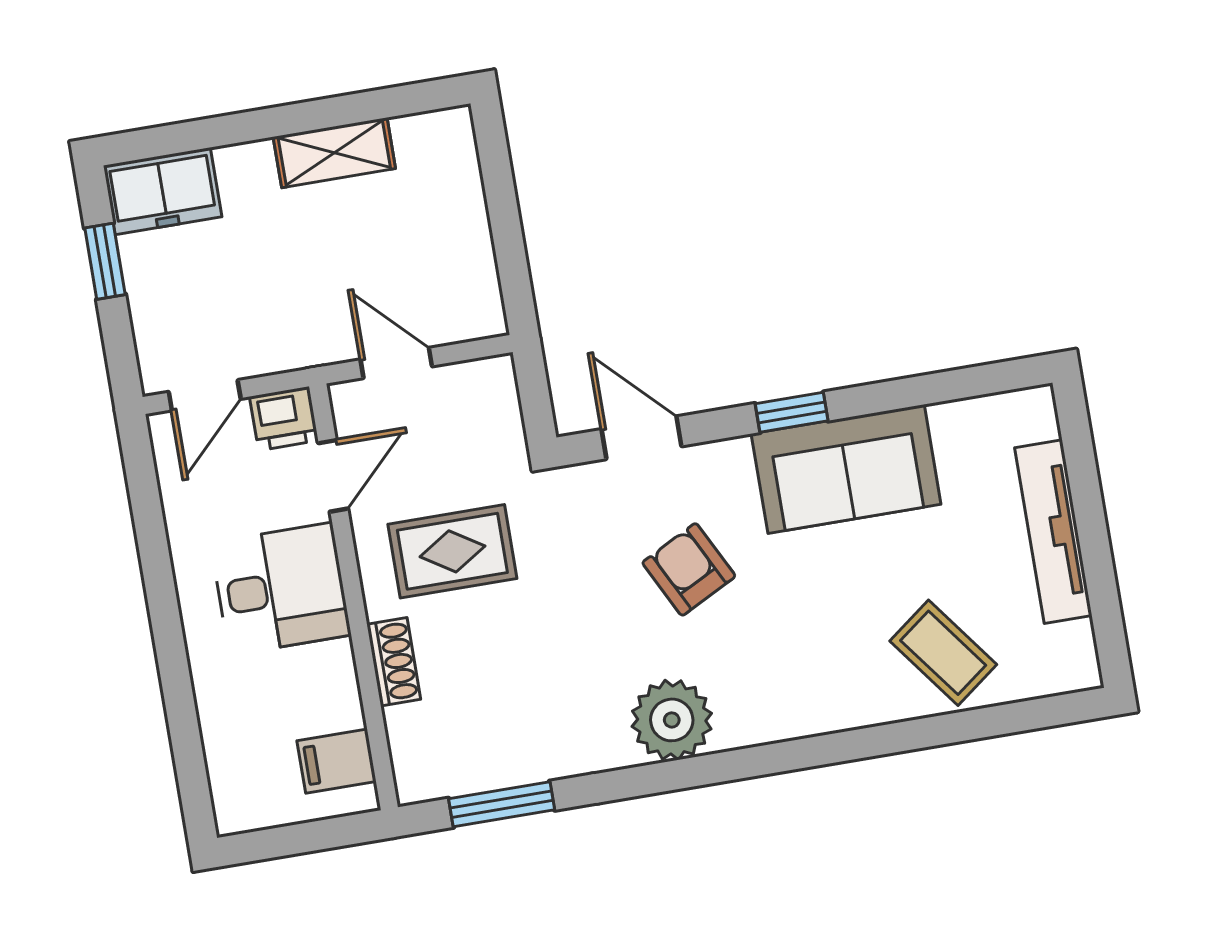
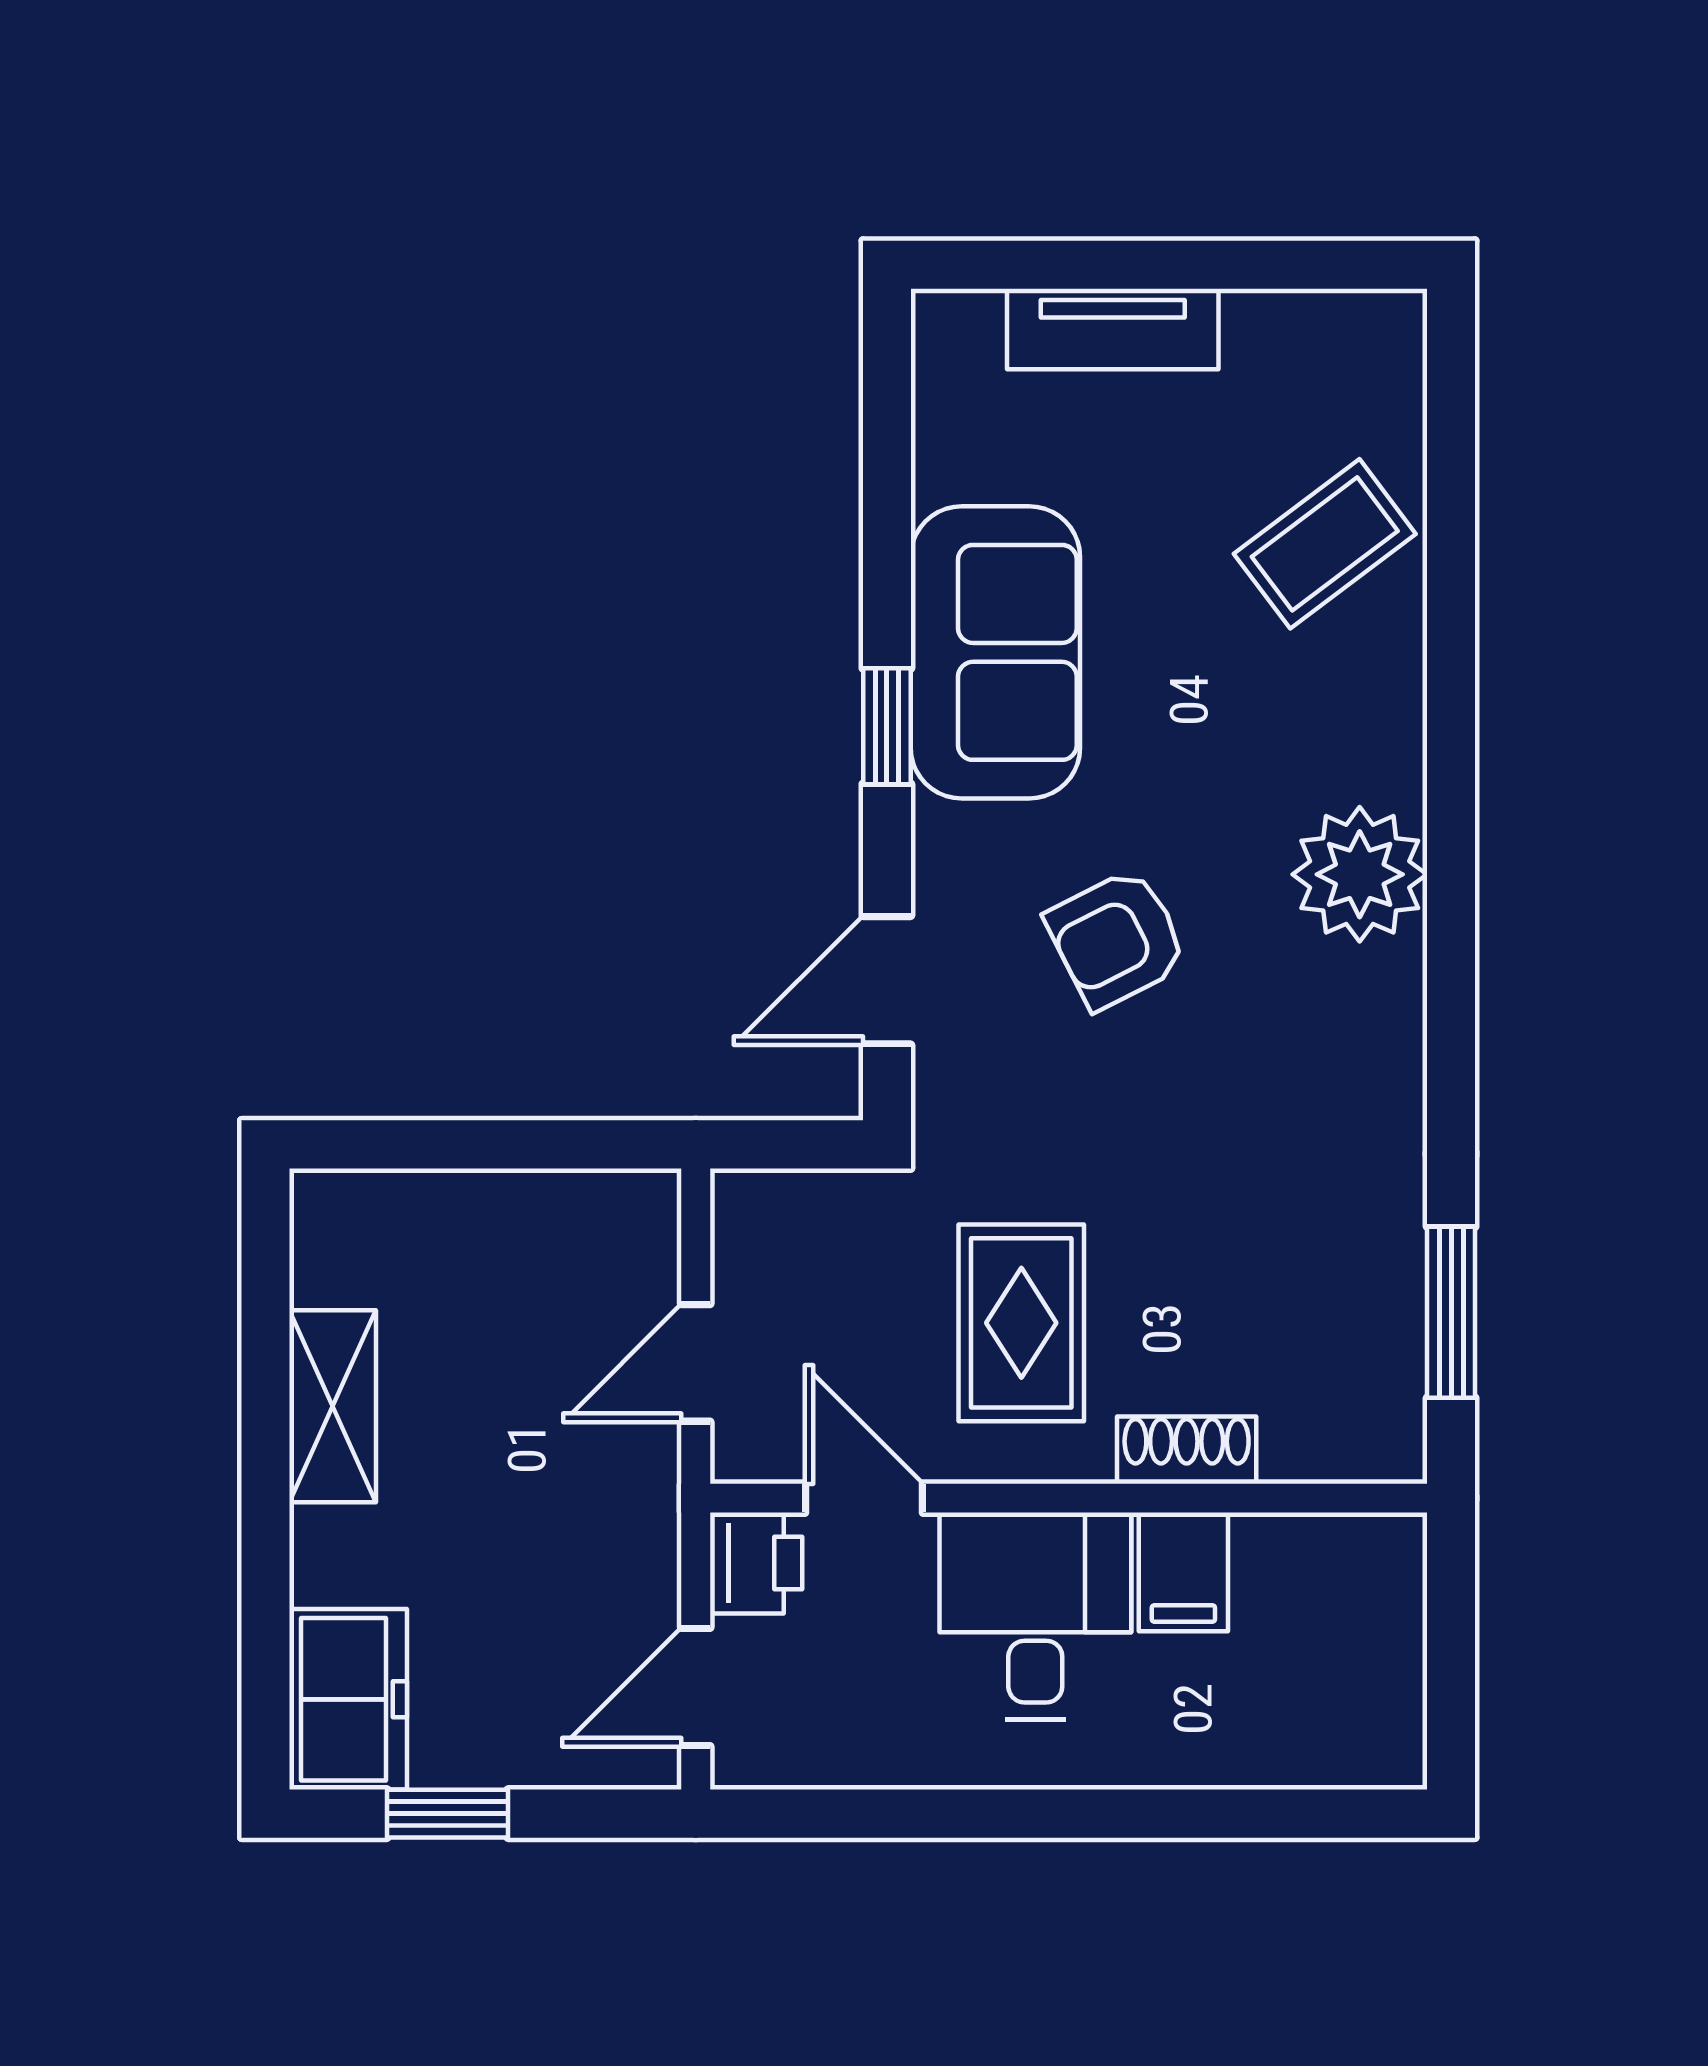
door: (205, 395) -> (696, 1687), swing flipped
tv unit: (1053, 532) -> (1113, 329), width x0.71
plant: (672, 720) -> (1360, 874), moved
filing cabinet: (336, 761) -> (1183, 1572), moved

